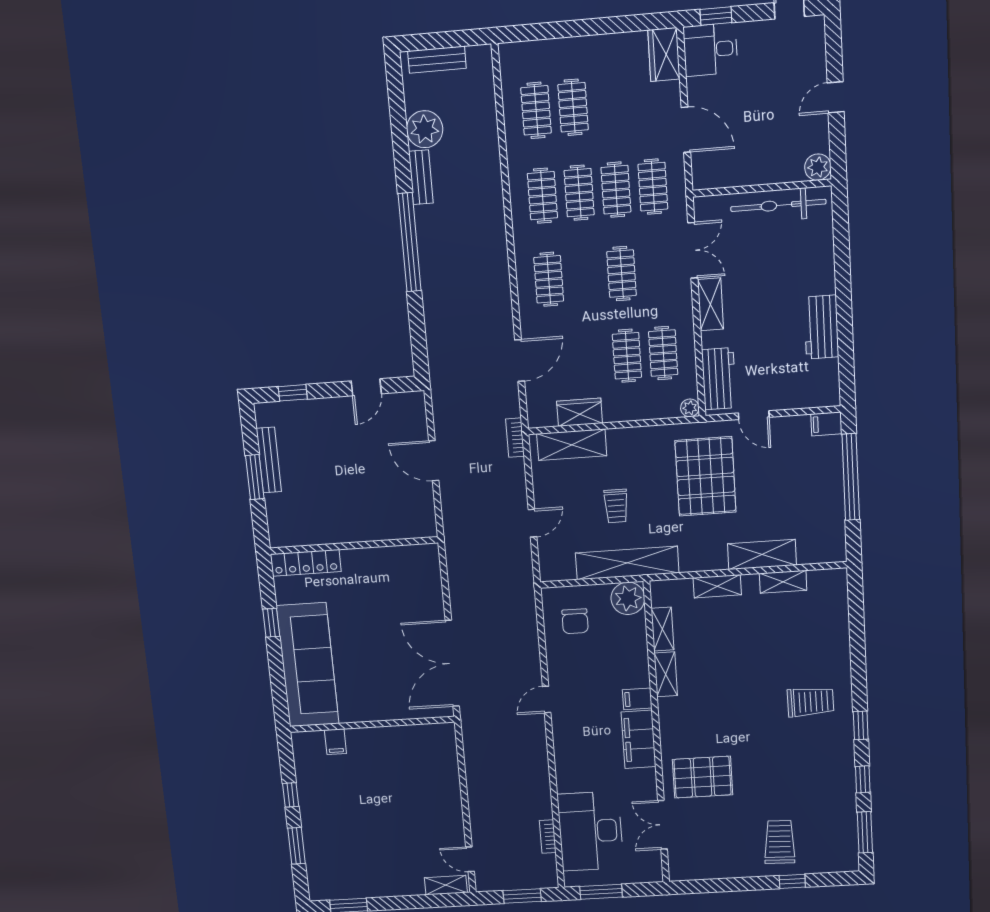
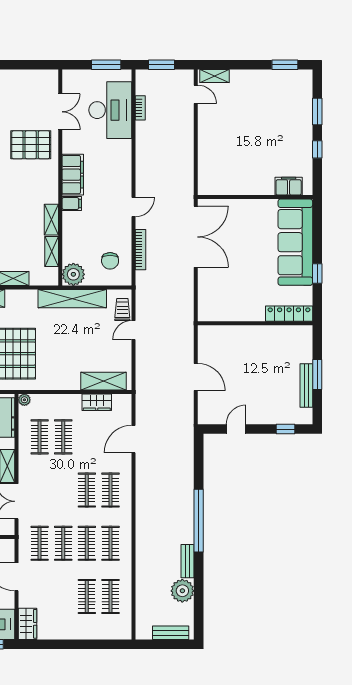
clothes rail: (622, 274) -> (87, 490), moved
bookcase: (515, 438) -> (141, 250), moved, width x1.56
trolley: (616, 506) -> (122, 310), moved
chair: (575, 621) -> (110, 261), turned 180
filing cabinet: (335, 742) -> (289, 186), width x2.00

